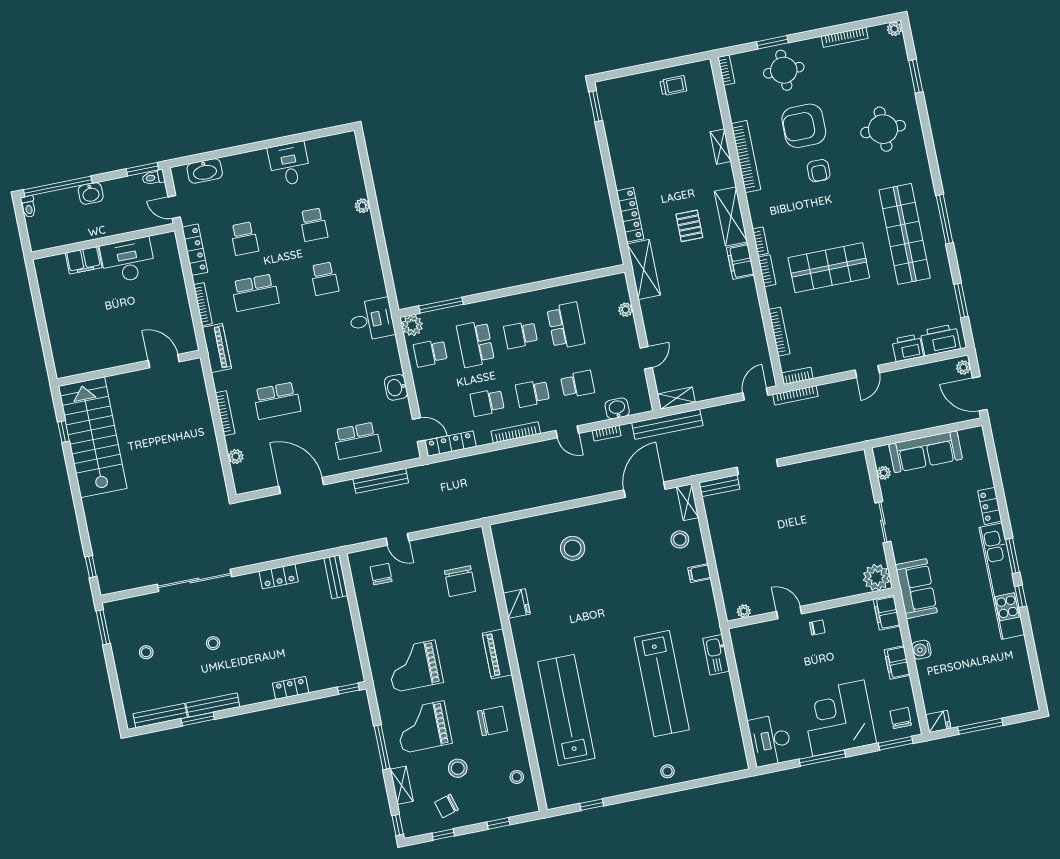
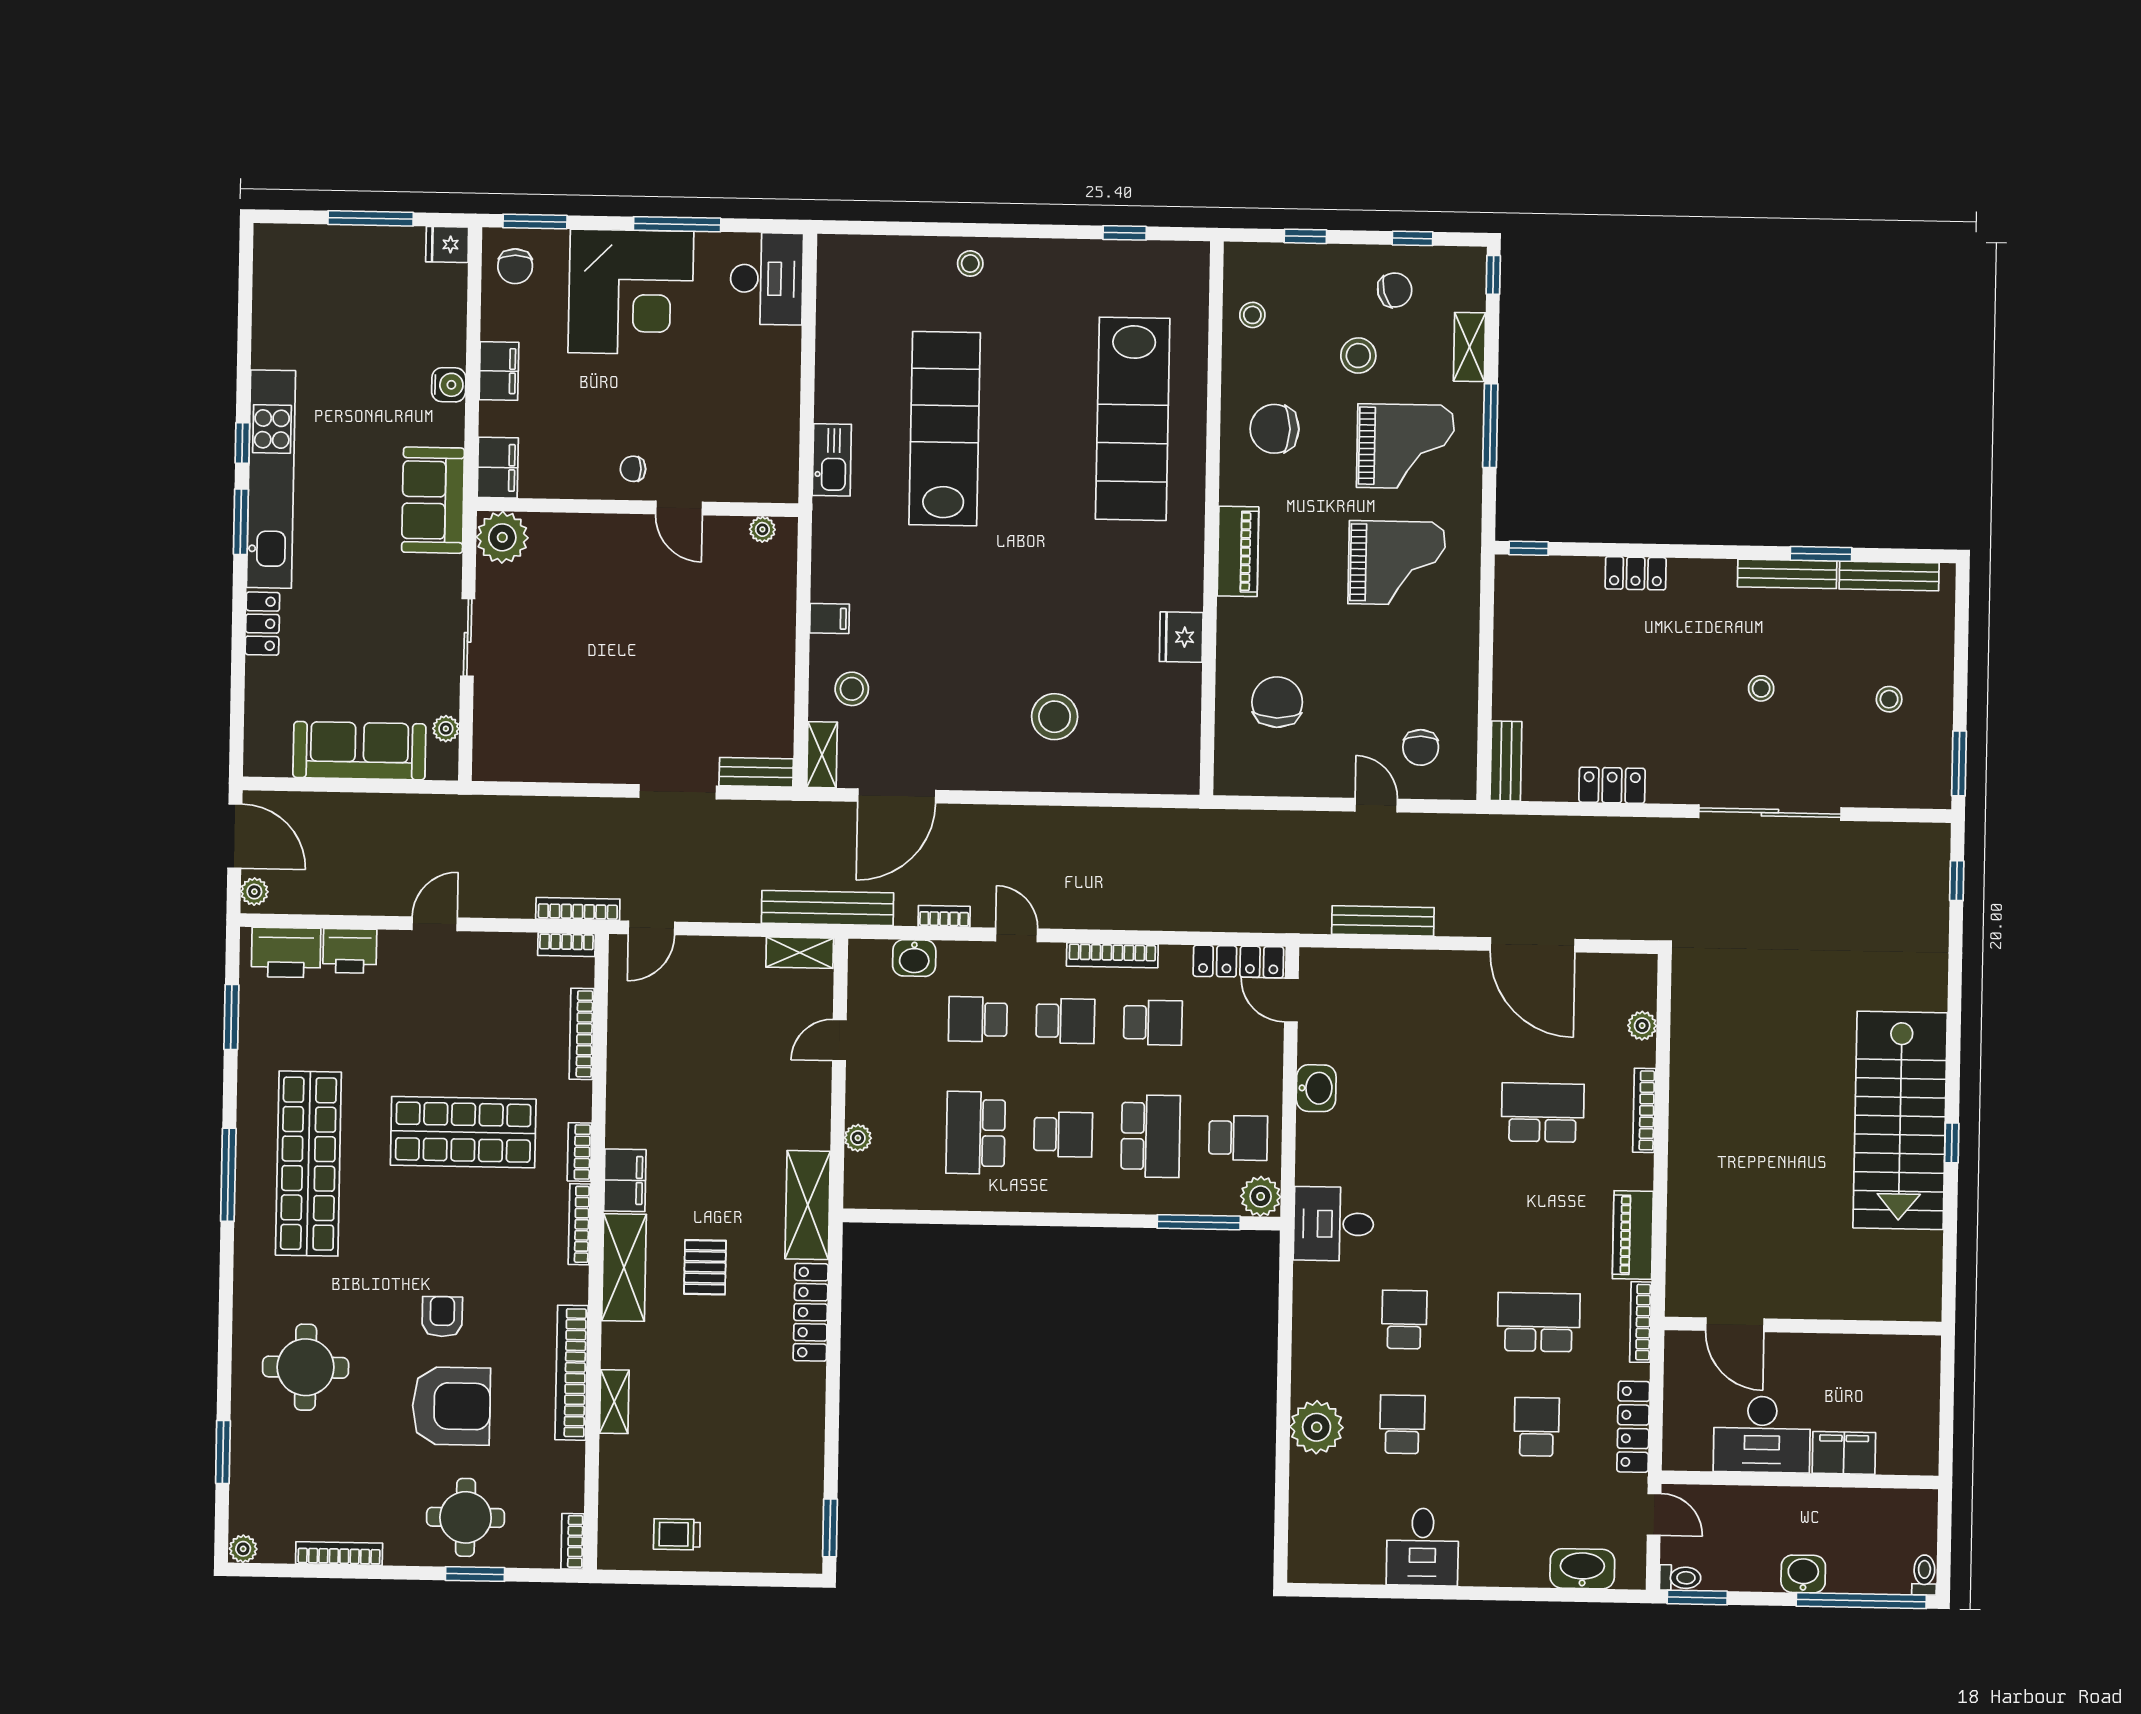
plant: (362, 206) -> (1317, 1427), width x1.87, depth x1.87
bookcase: (760, 241) -> (579, 1224), width x1.56
door: (164, 361) -> (1735, 1325), moved
wall: (129, 368) -> (1803, 1326), moved
school desk: (357, 441) -> (1410, 1005), removed

